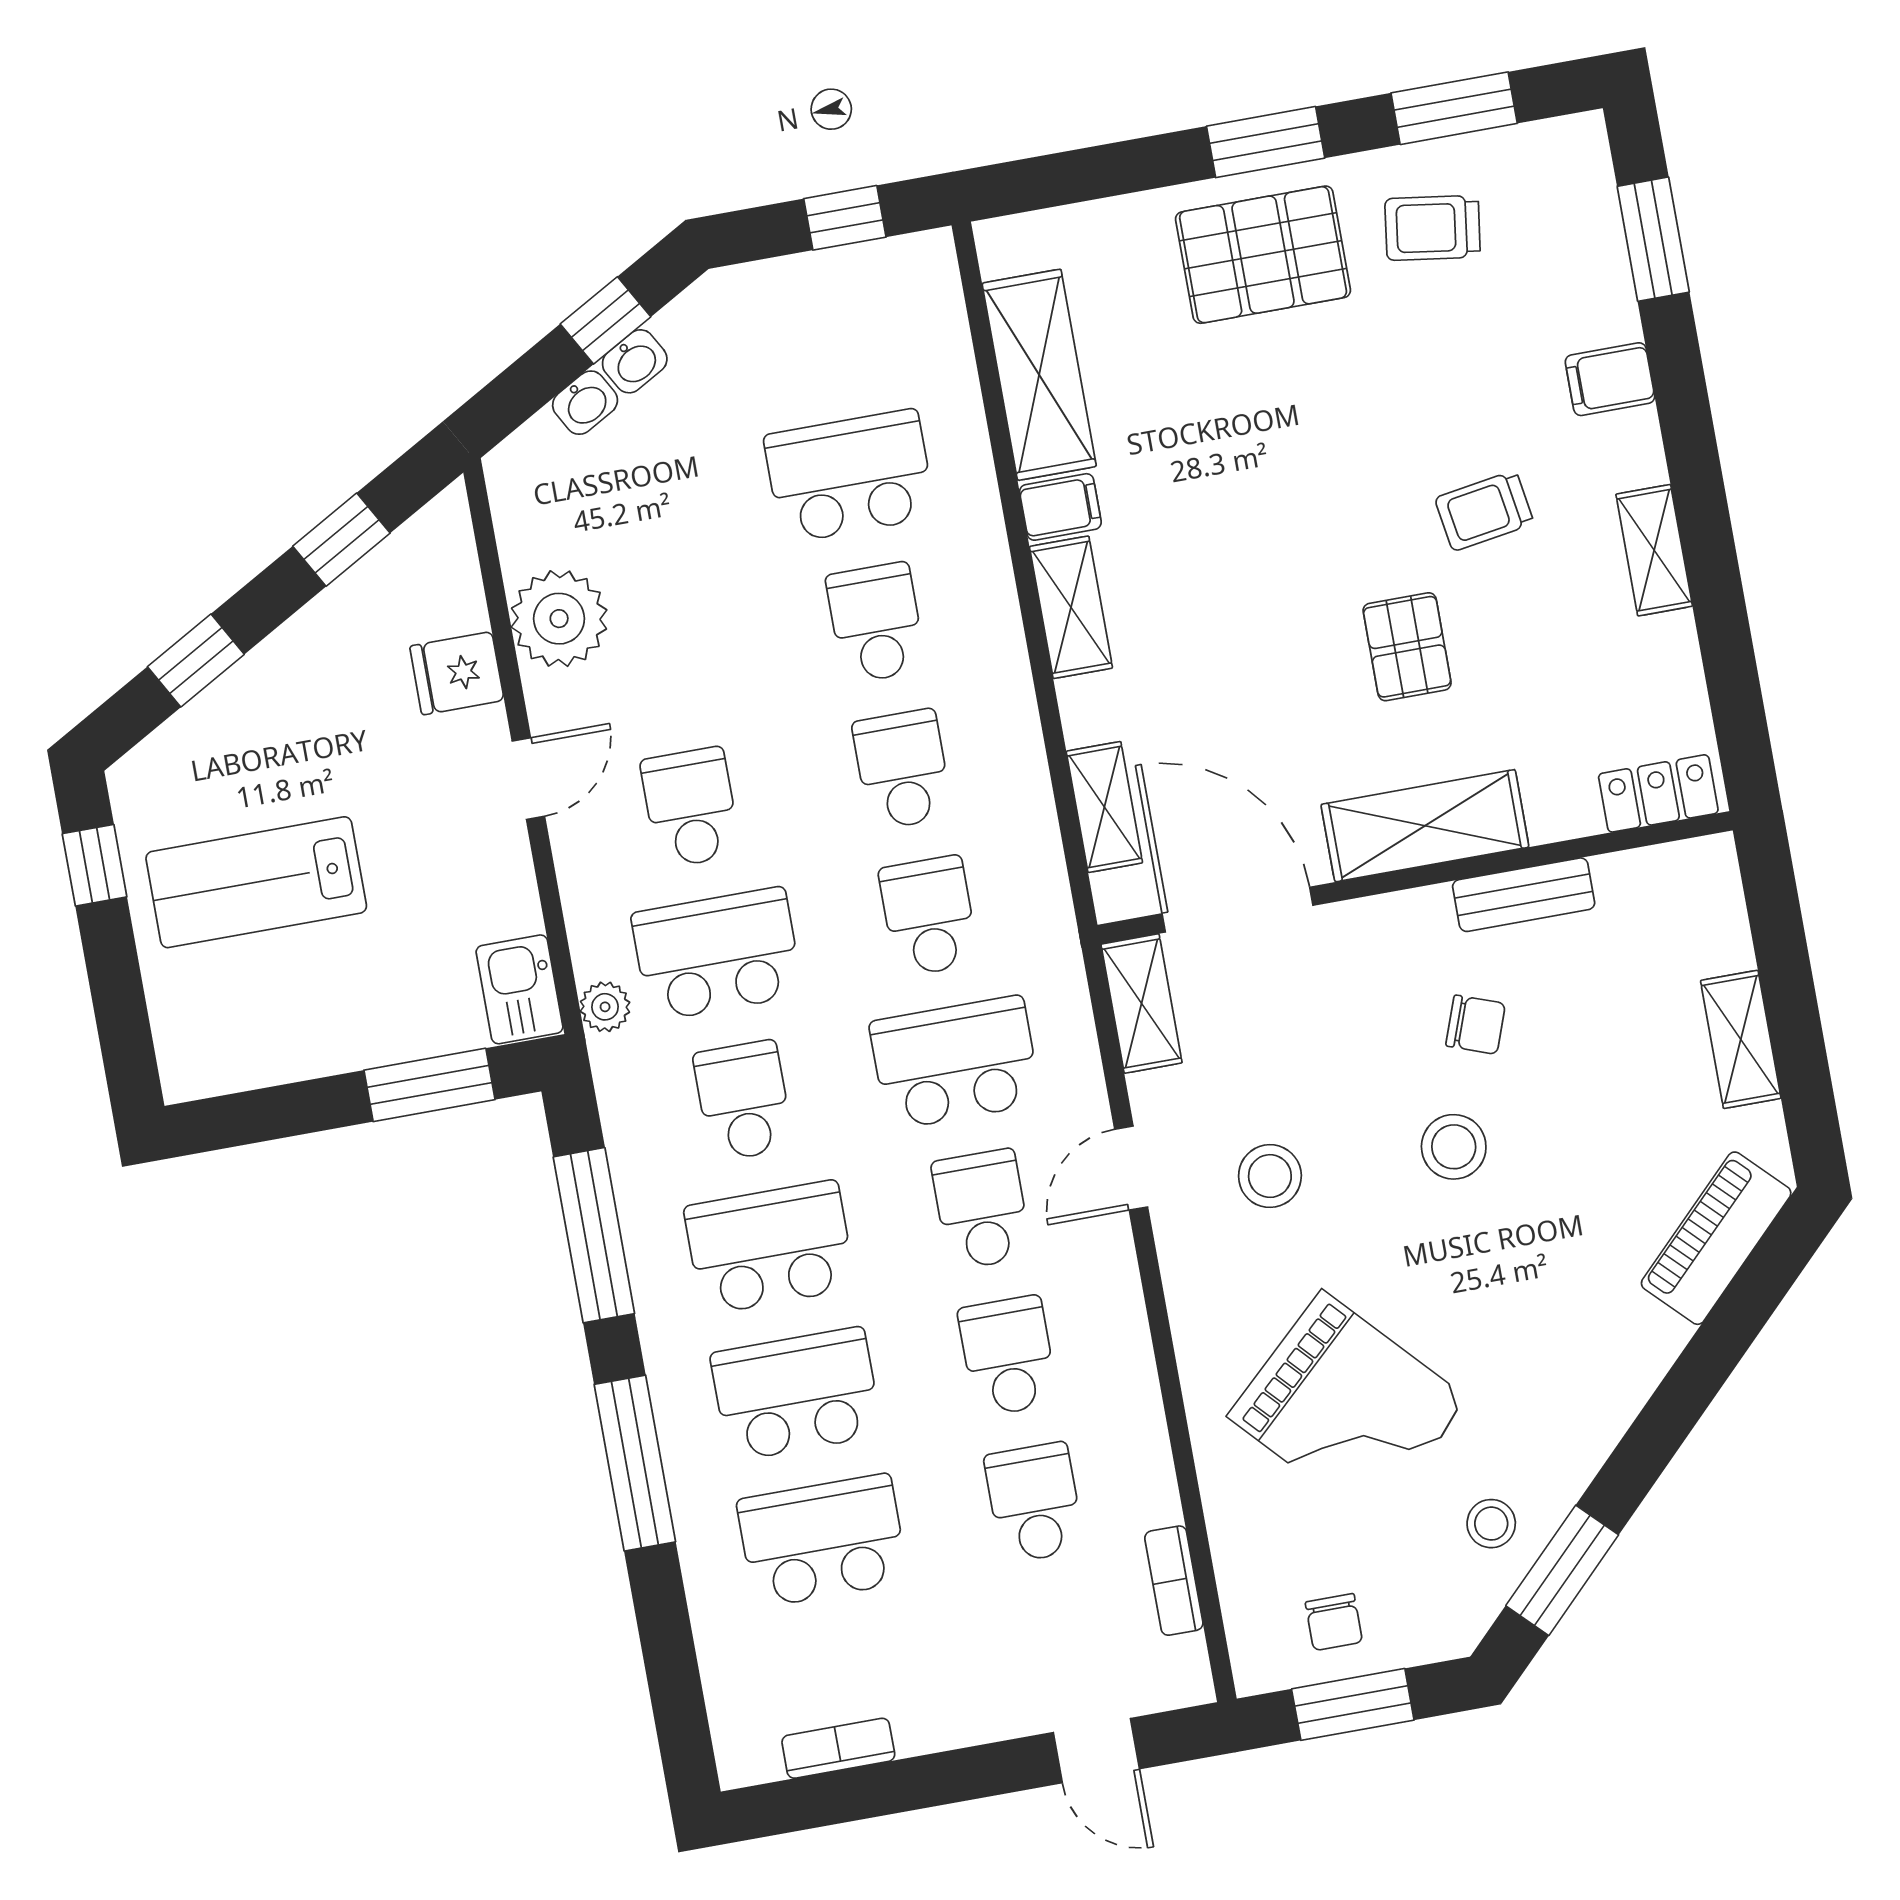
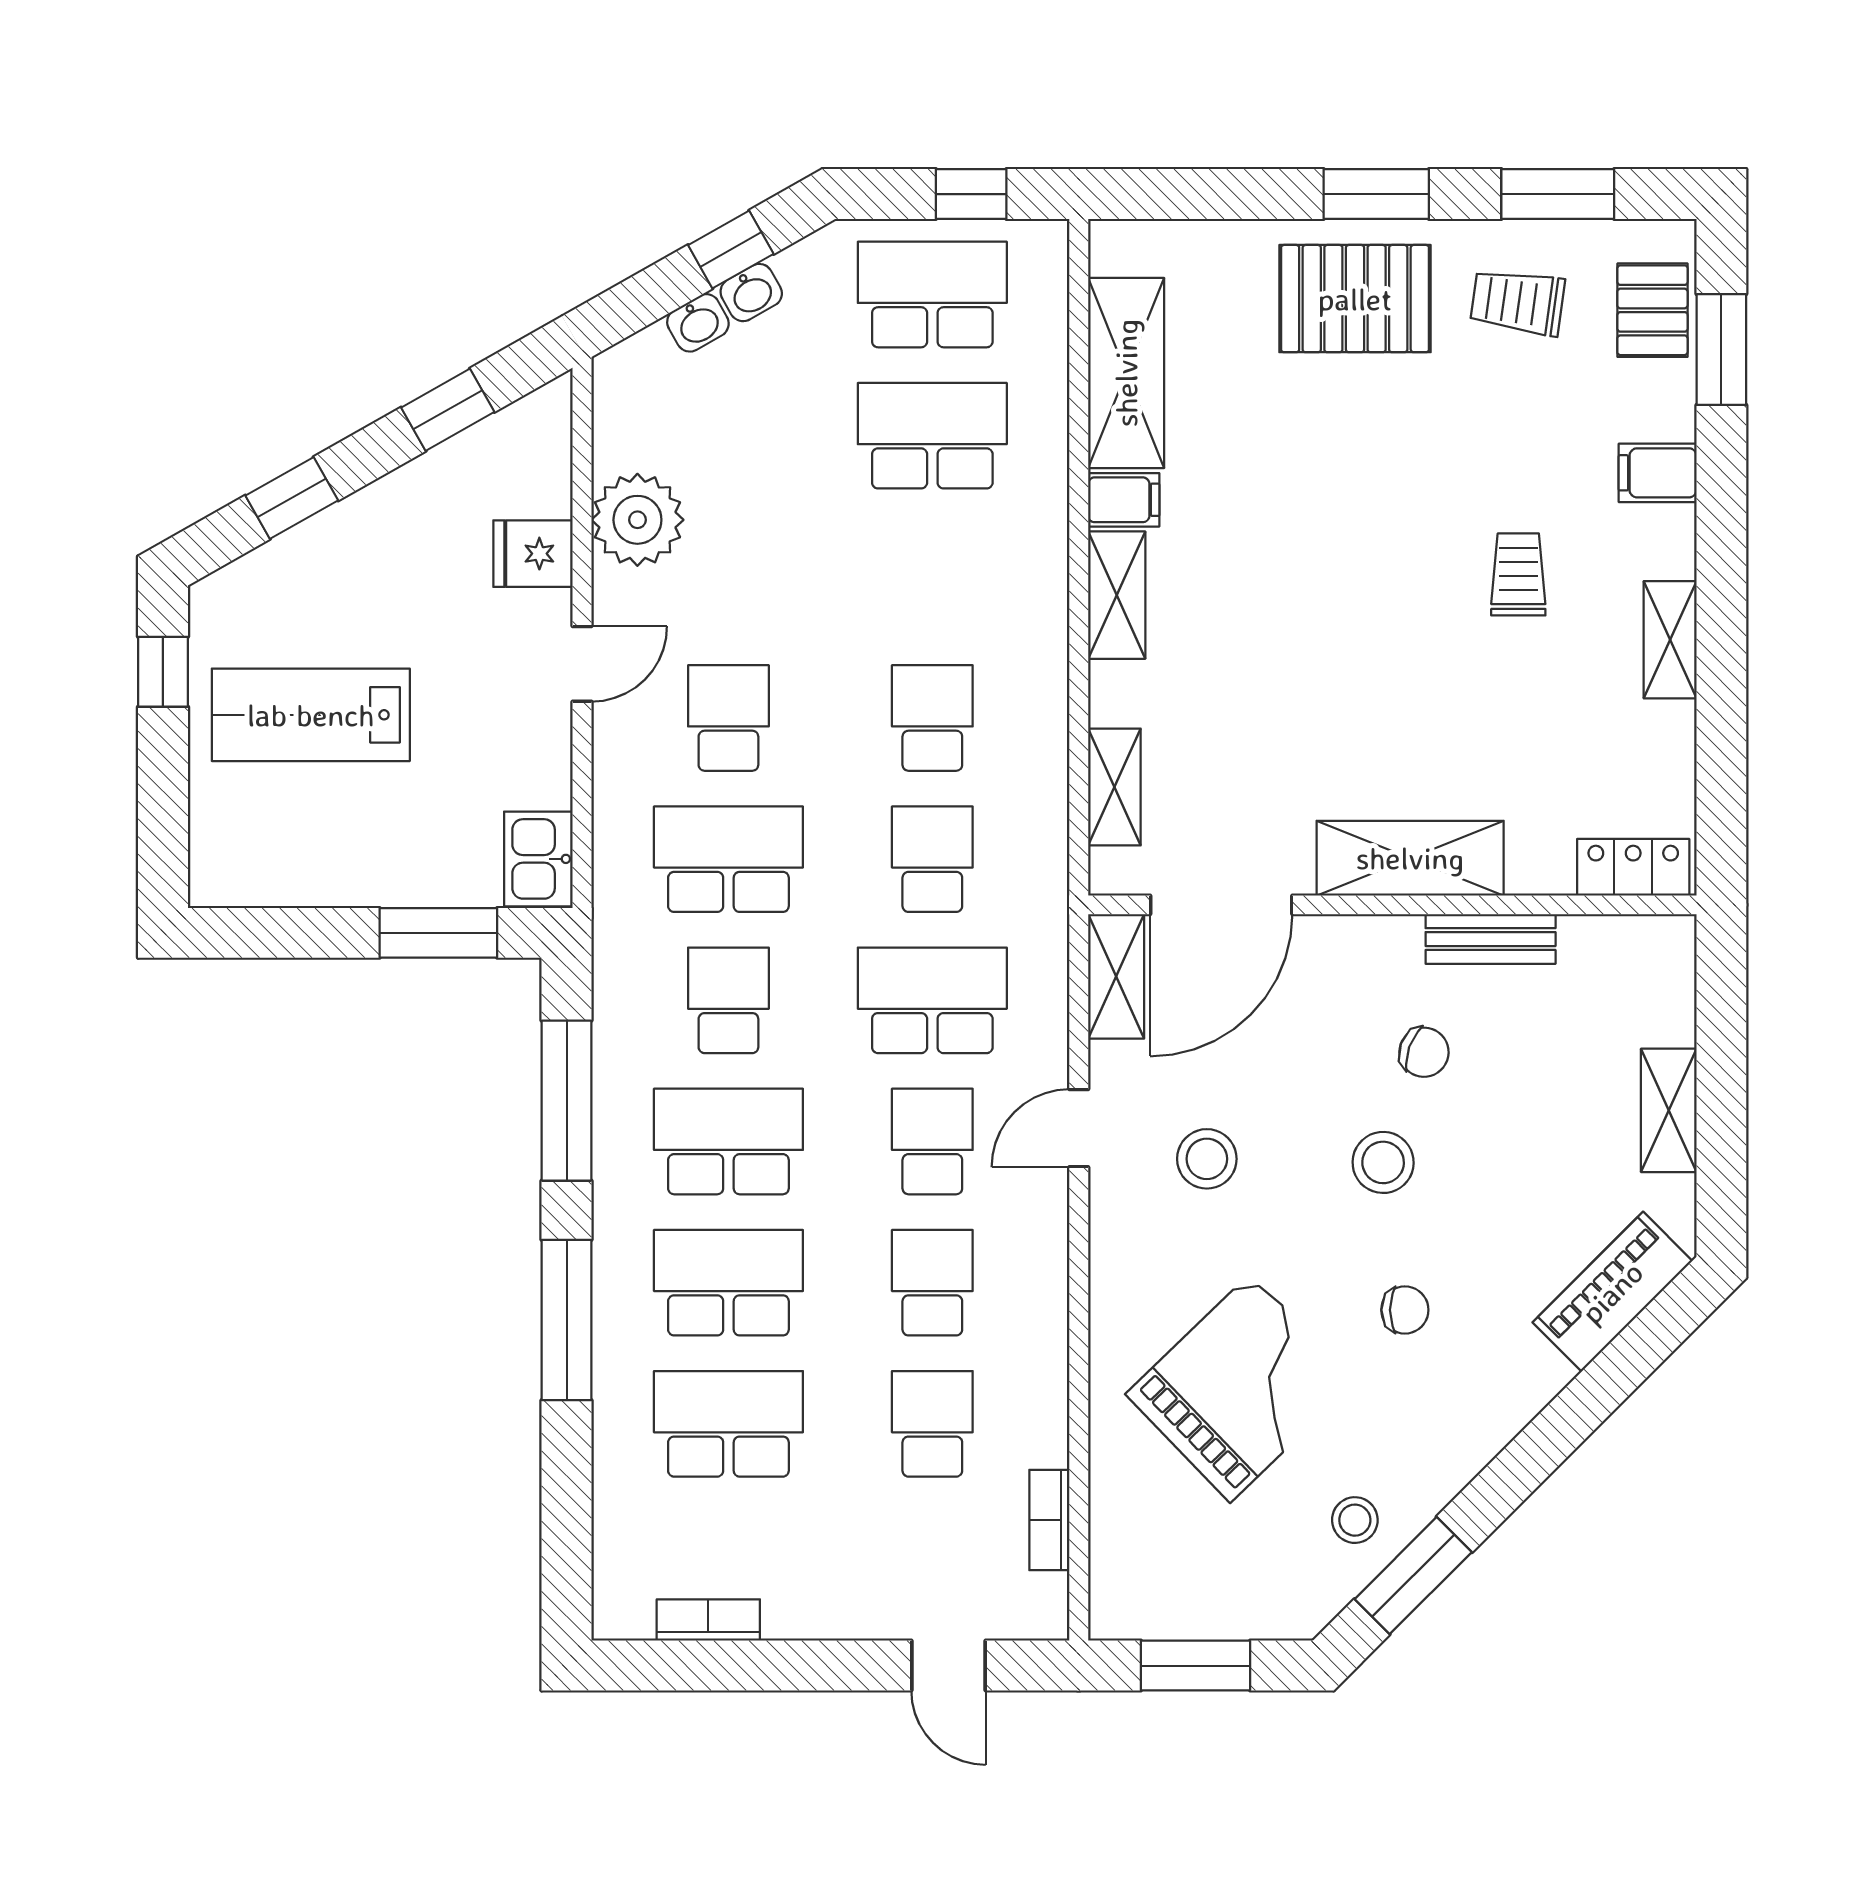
trolley: (1484, 511) -> (1518, 574), turned 99
school desk: (876, 623) -> (932, 295), moved, width x1.85
pallet: (1407, 647) -> (1652, 310), moved
door: (1238, 910) -> (1221, 905), swing flipped
plant: (605, 1007) -> (615, 890), removed
grand piano: (1348, 1408) -> (1240, 1388), turned -91
chair: (1334, 1622) -> (1405, 1310), moved, turned -90

